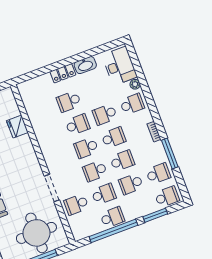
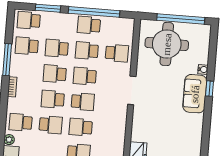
school desk: (95, 171) -> (85, 76), turned 180
school desk: (131, 184) -> (57, 48), turned 180
doorway: (52, 188) -> (132, 90), moved

